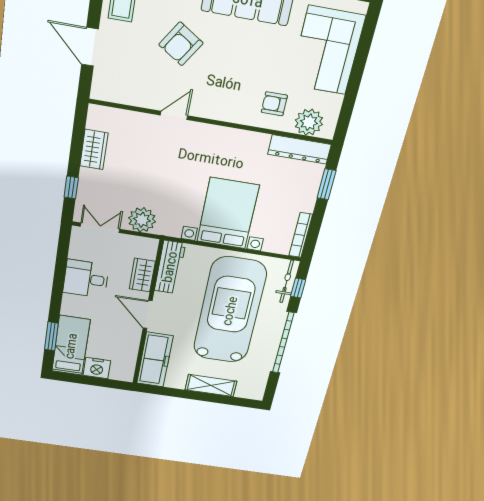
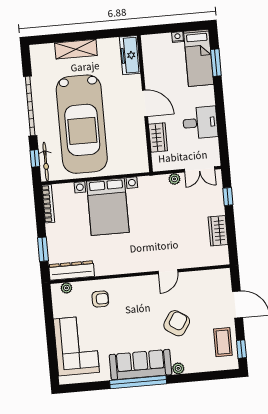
plant: (309, 122) -> (66, 288), width x0.53, depth x0.53
plant: (142, 220) -> (174, 179), width x0.53, depth x0.53
workbench: (170, 267) -> (139, 150), removed
freezer: (155, 360) -> (130, 55), width x0.73, depth x0.79
nightstand: (97, 368) -> (178, 37), width x0.53, depth x0.56

